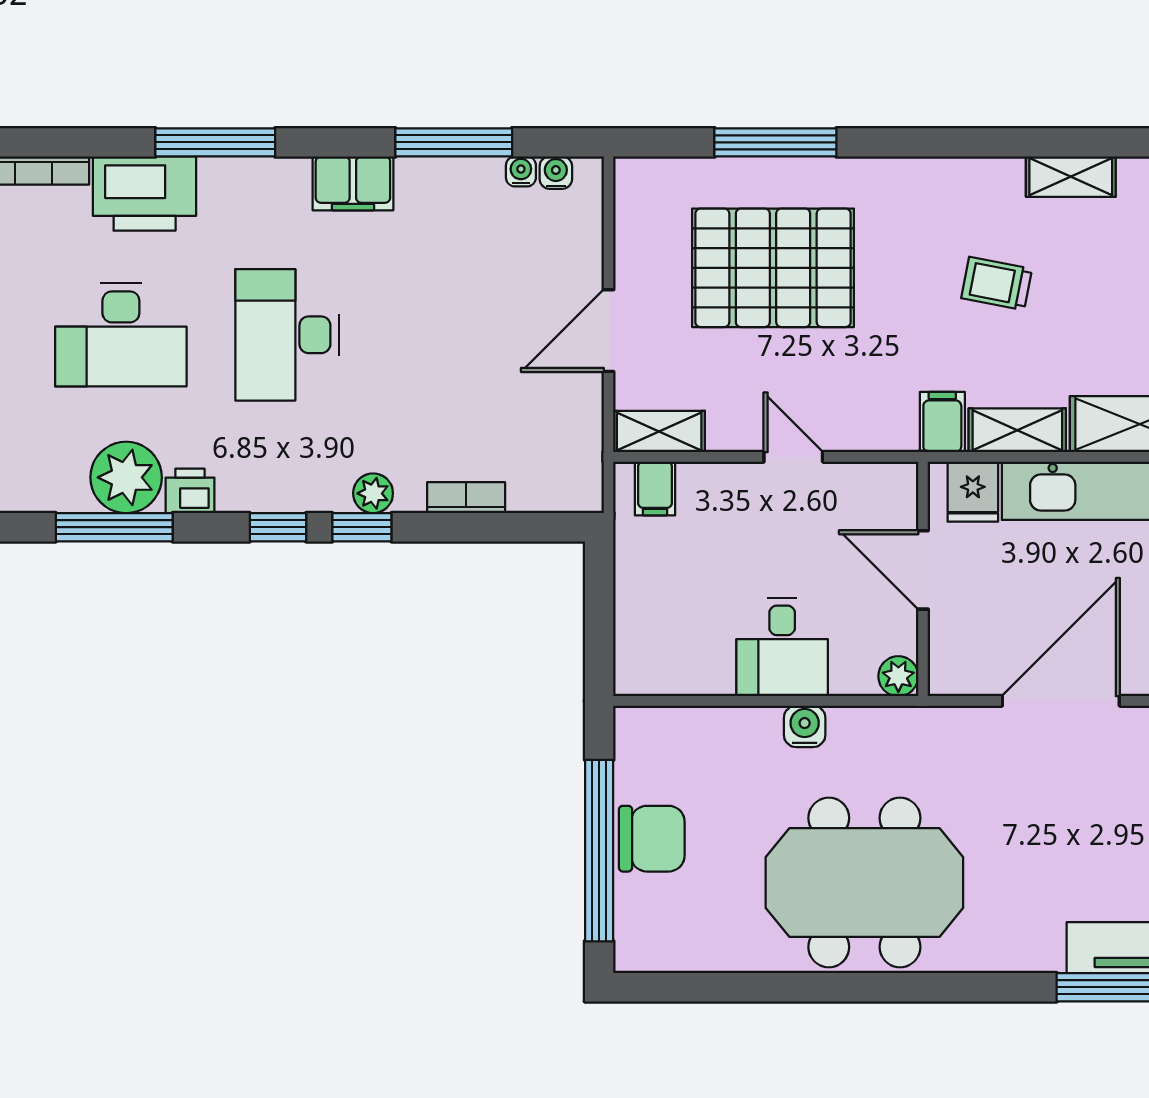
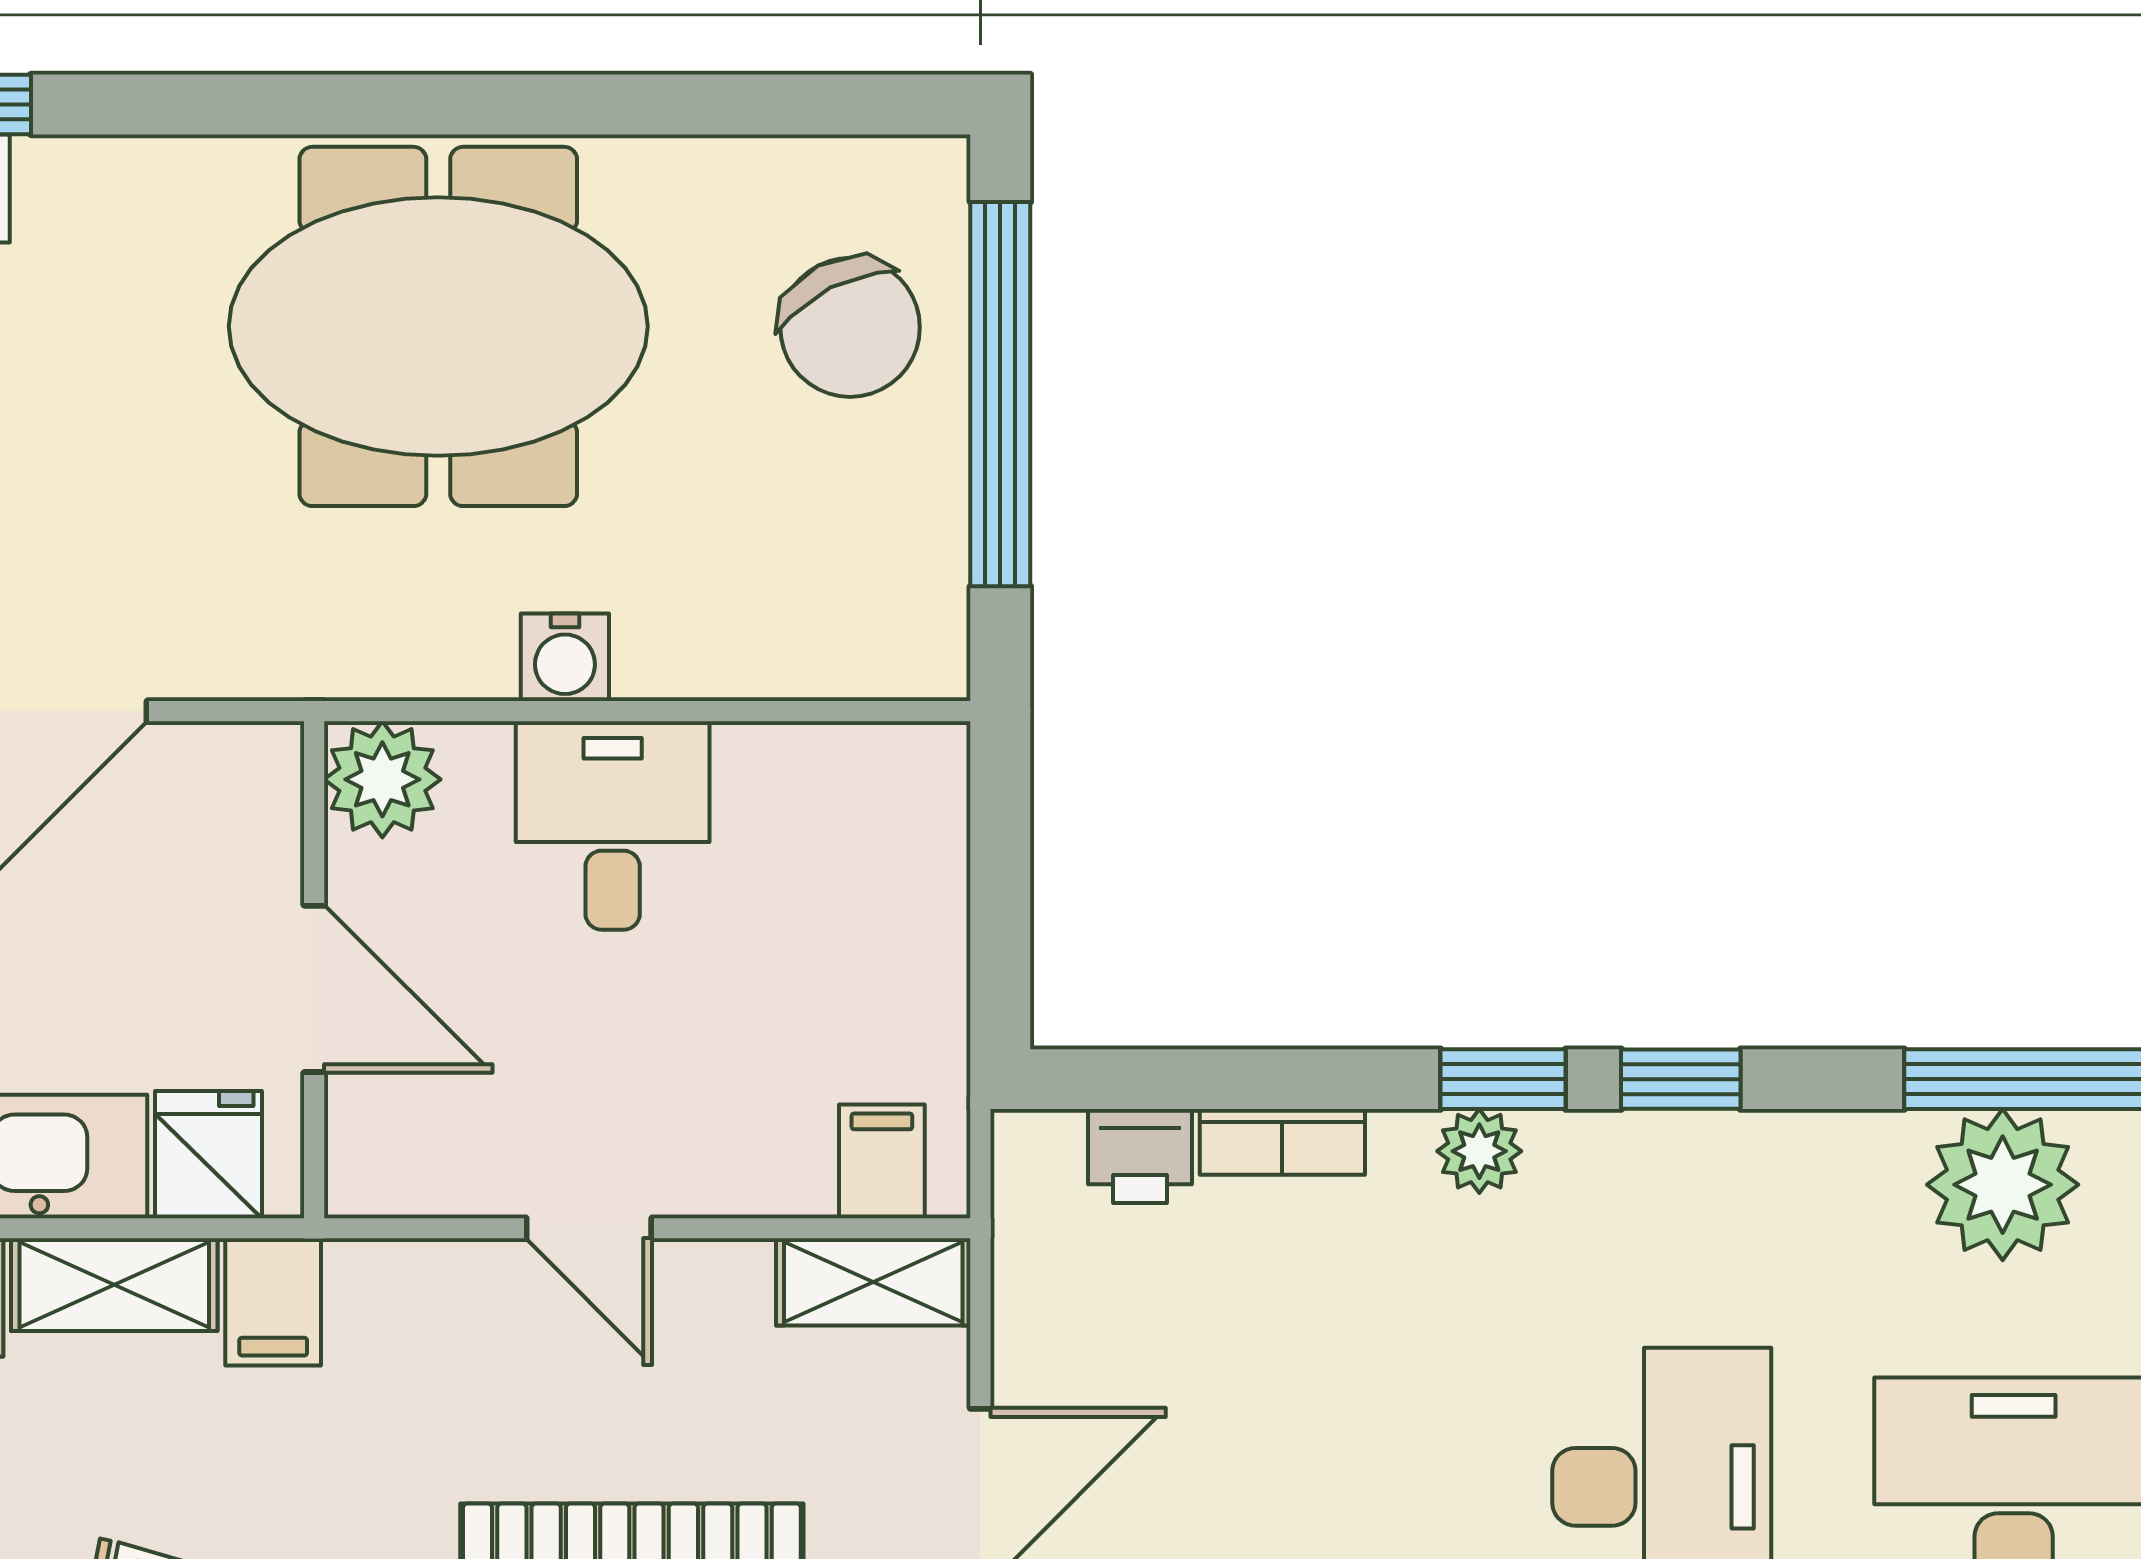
printer: (190, 491) -> (1140, 1156), moved
plant: (898, 676) -> (382, 779), width x1.38, depth x1.38
chair: (652, 839) -> (850, 327), moved, turned -117

